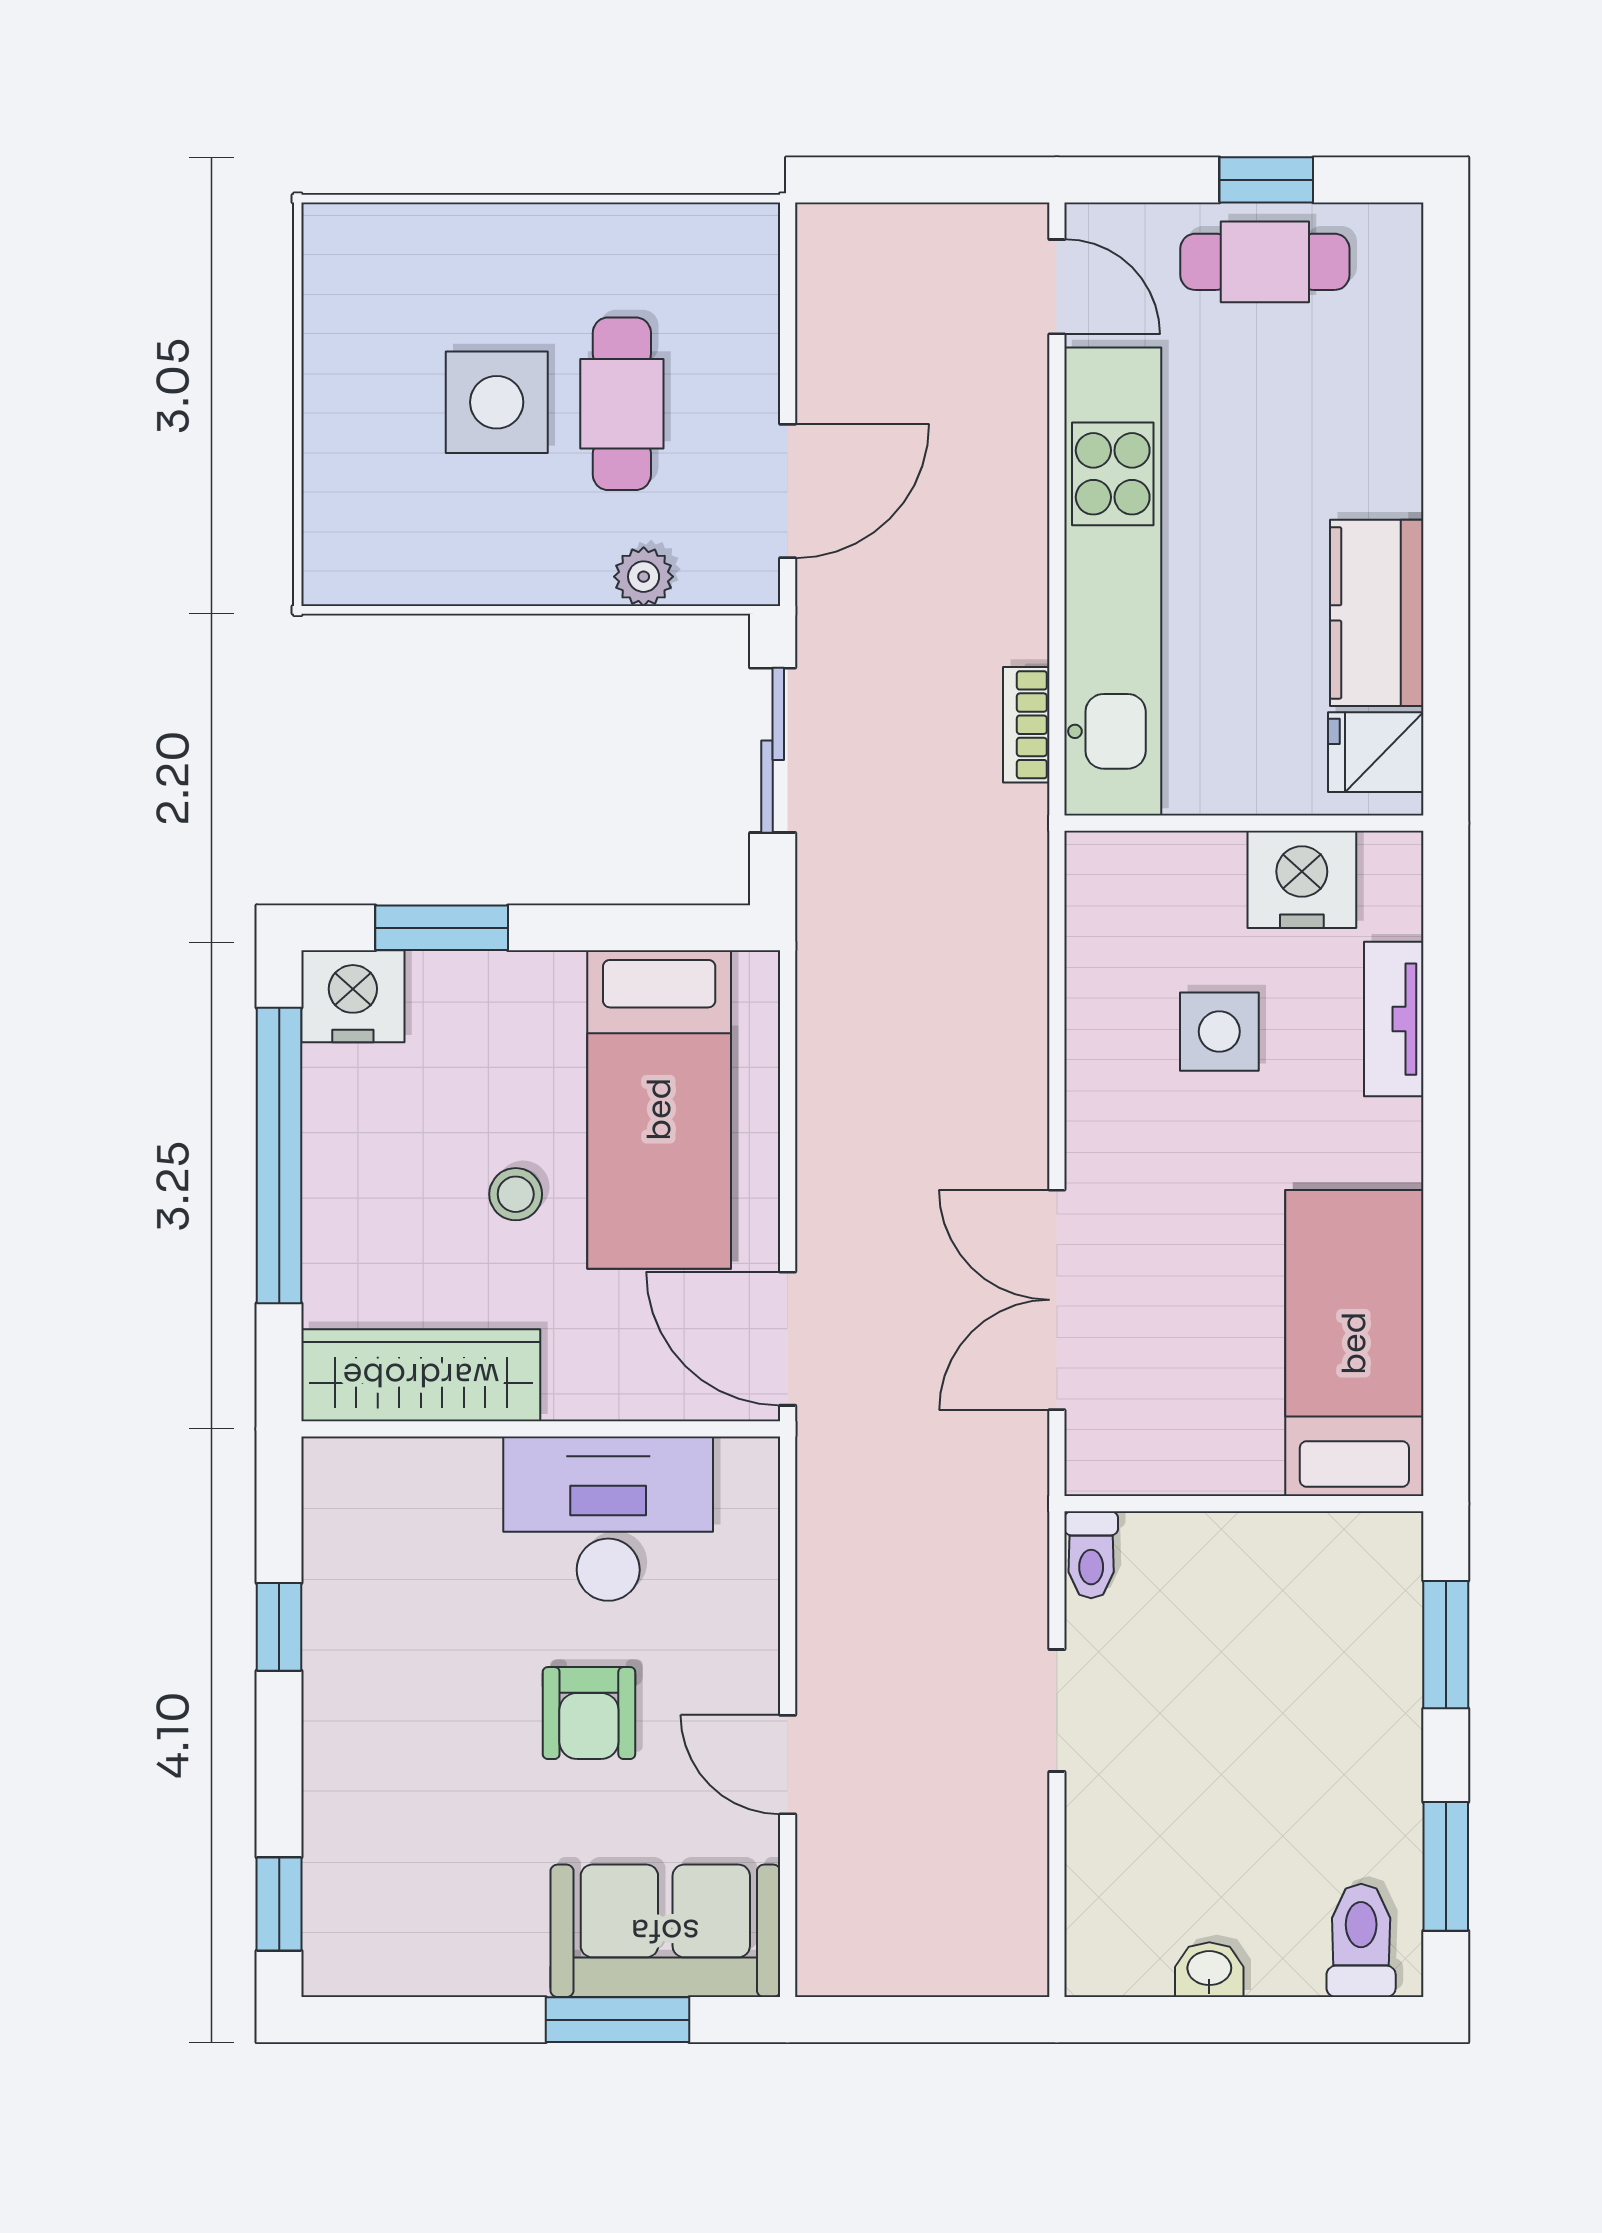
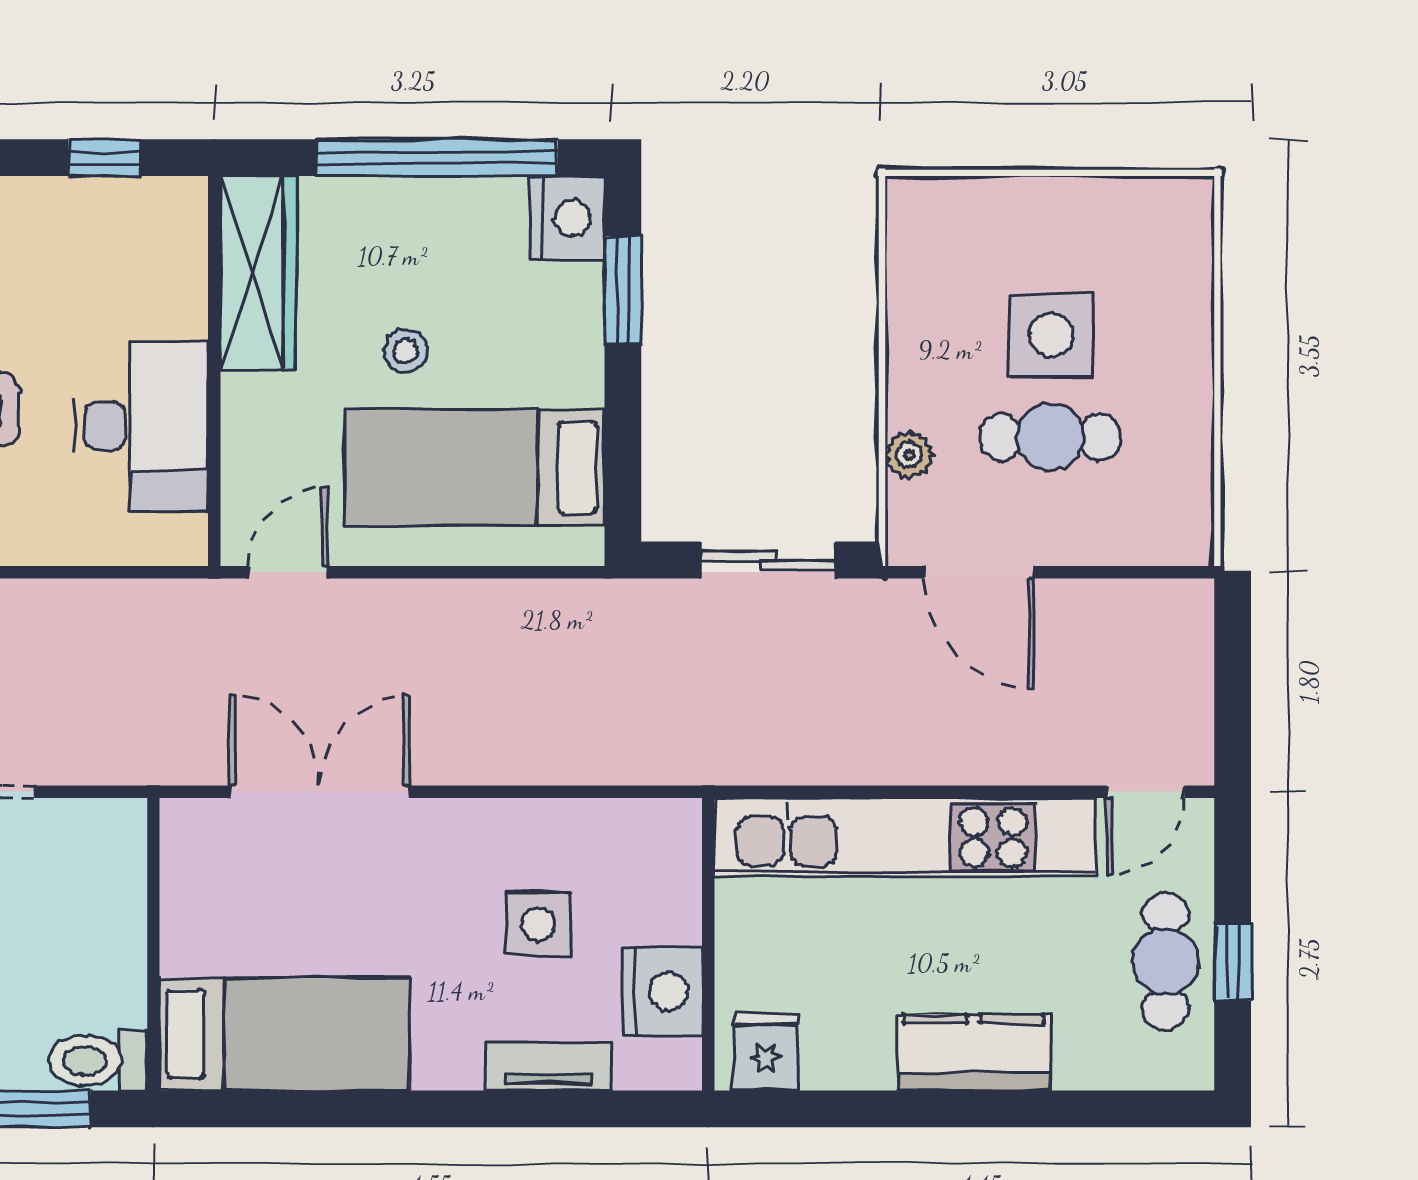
kitchen counter: (1377, 613) -> (974, 1053), moved
bookcase: (1026, 725) -> (788, 767), removed
door: (788, 1339) -> (288, 572), width x0.73
toilet: (1091, 1555) -> (98, 1061), moved, width x1.37, depth x1.39
window: (279, 1627) -> (104, 158), moved

